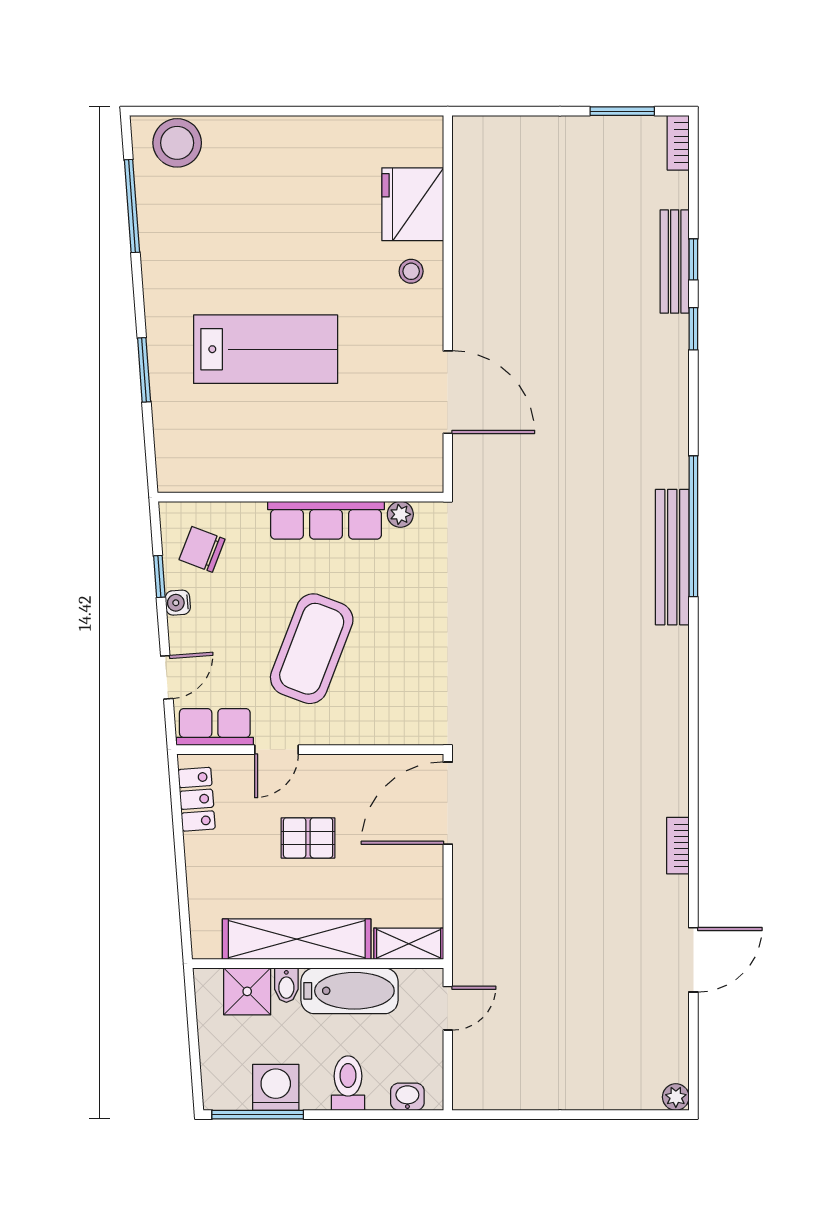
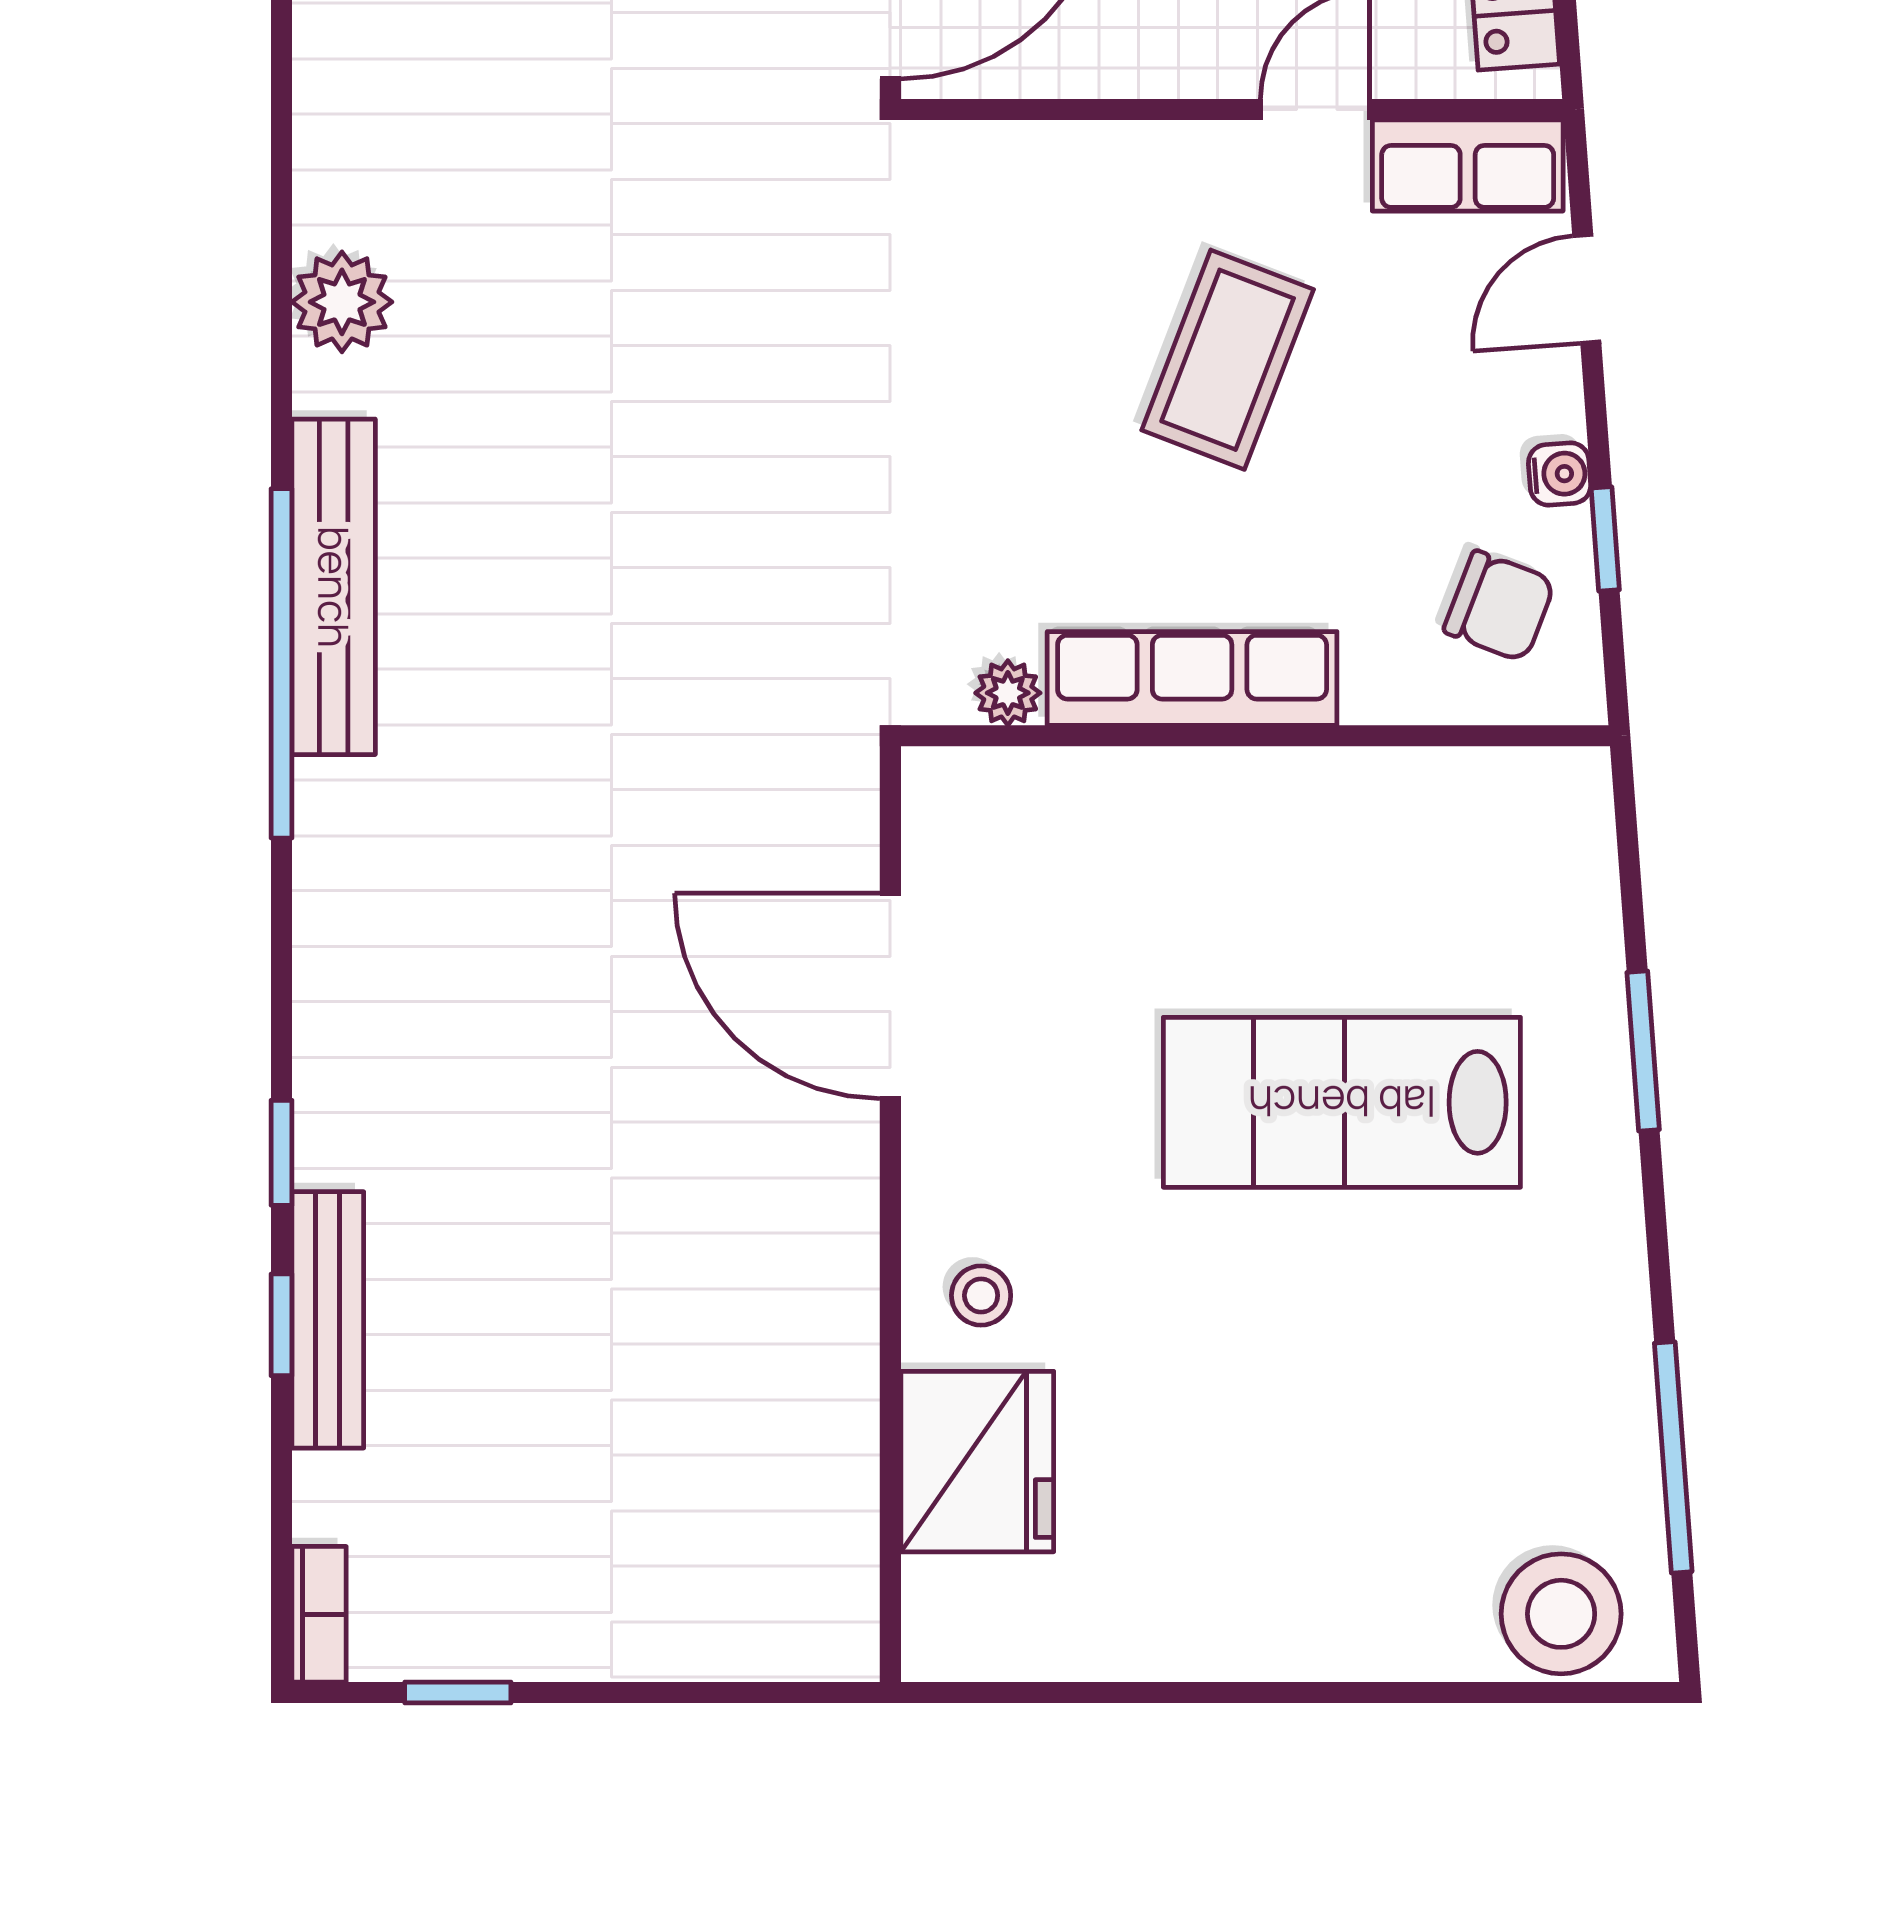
window: (622, 111) -> (458, 1693), width x0.67
coffee table: (312, 649) -> (1228, 360), width x0.73, depth x0.76
plant: (669, 672) -> (342, 302), added

